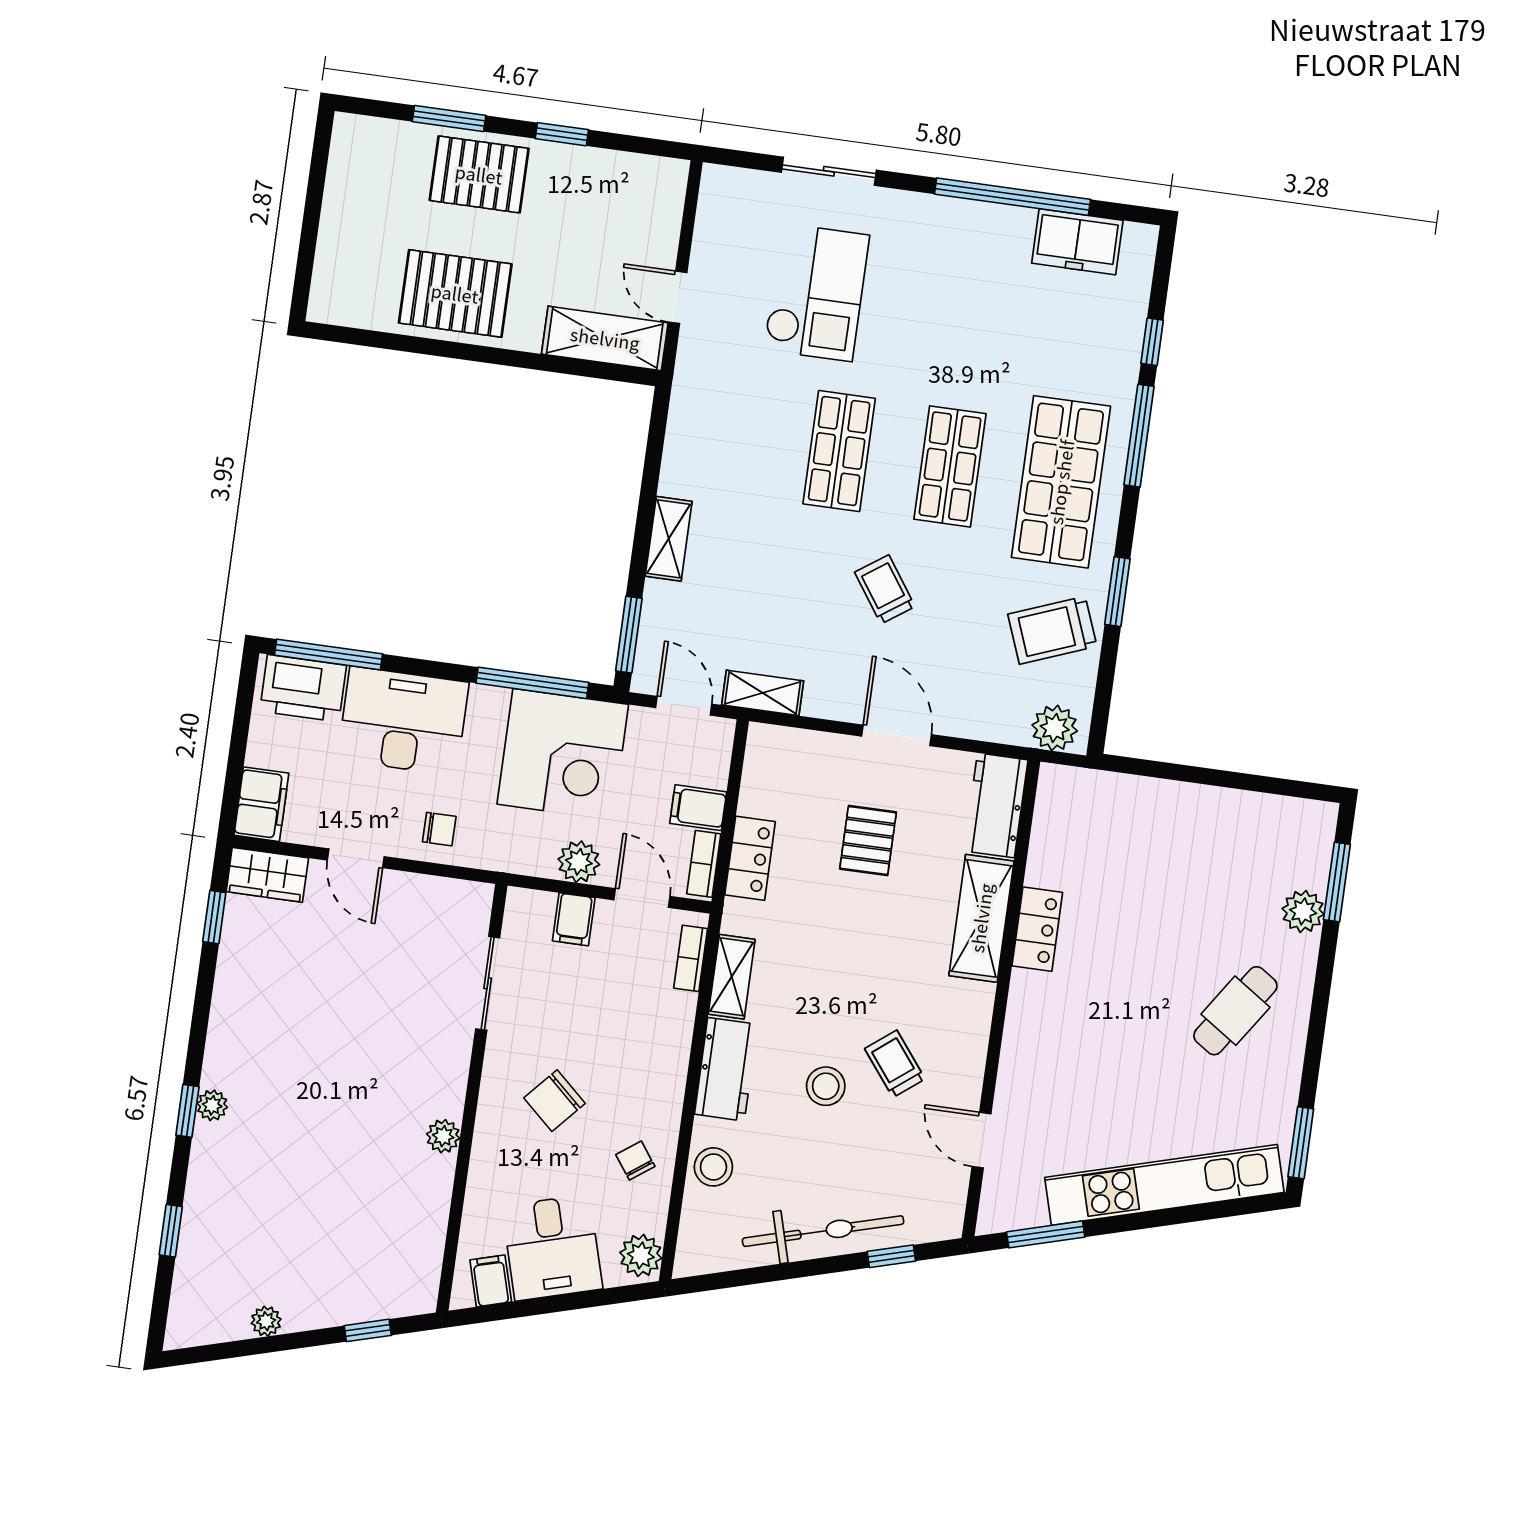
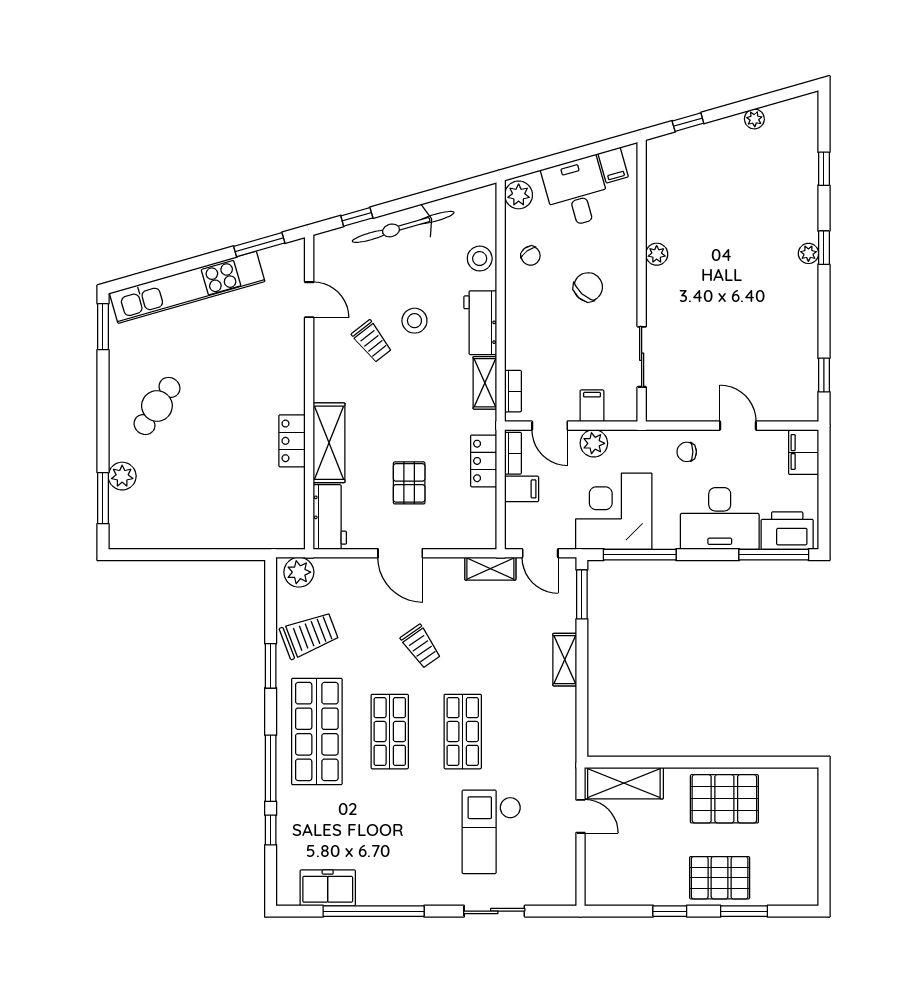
wardrobe: (267, 875) -> (794, 407), removed

